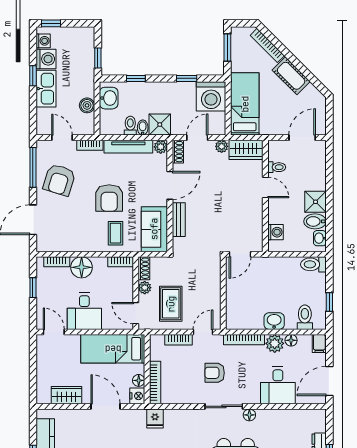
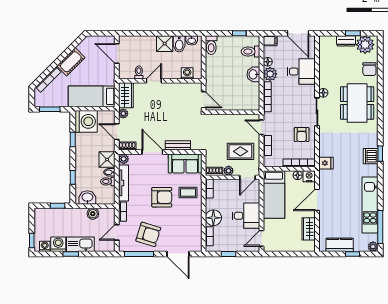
armchair: (215, 373) -> (302, 135), moved

